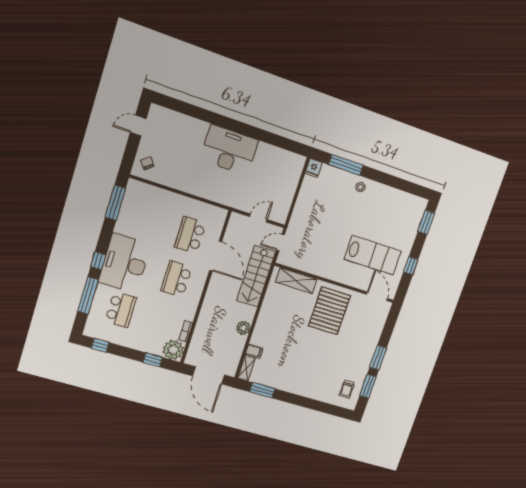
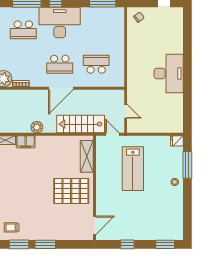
lab bench: (373, 255) -> (133, 169), moved
door: (216, 256) -> (61, 88), moved
school desk: (176, 279) -> (60, 64), turned 180
filing cabinet: (254, 351) -> (26, 142), width x2.00

